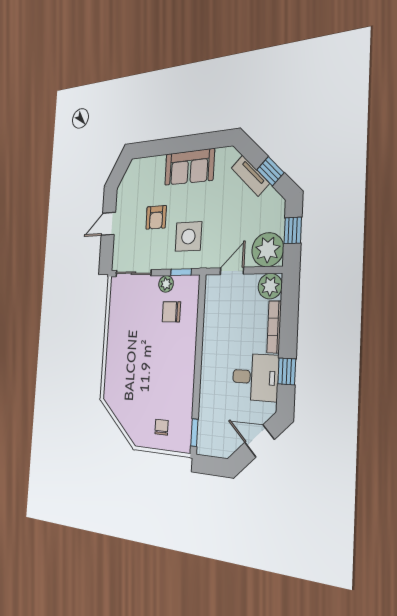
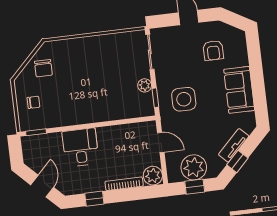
armchair: (156, 217) -> (213, 50), moved, turned -90
plant: (268, 250) -> (194, 167), moved
chair: (171, 312) -> (43, 68), moved, turned 180
desk: (255, 377) -> (80, 147), moved, turned 180

